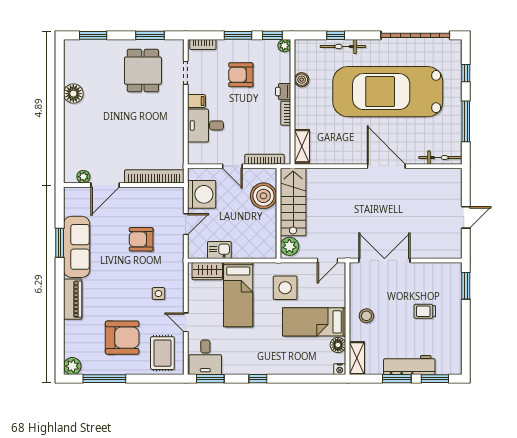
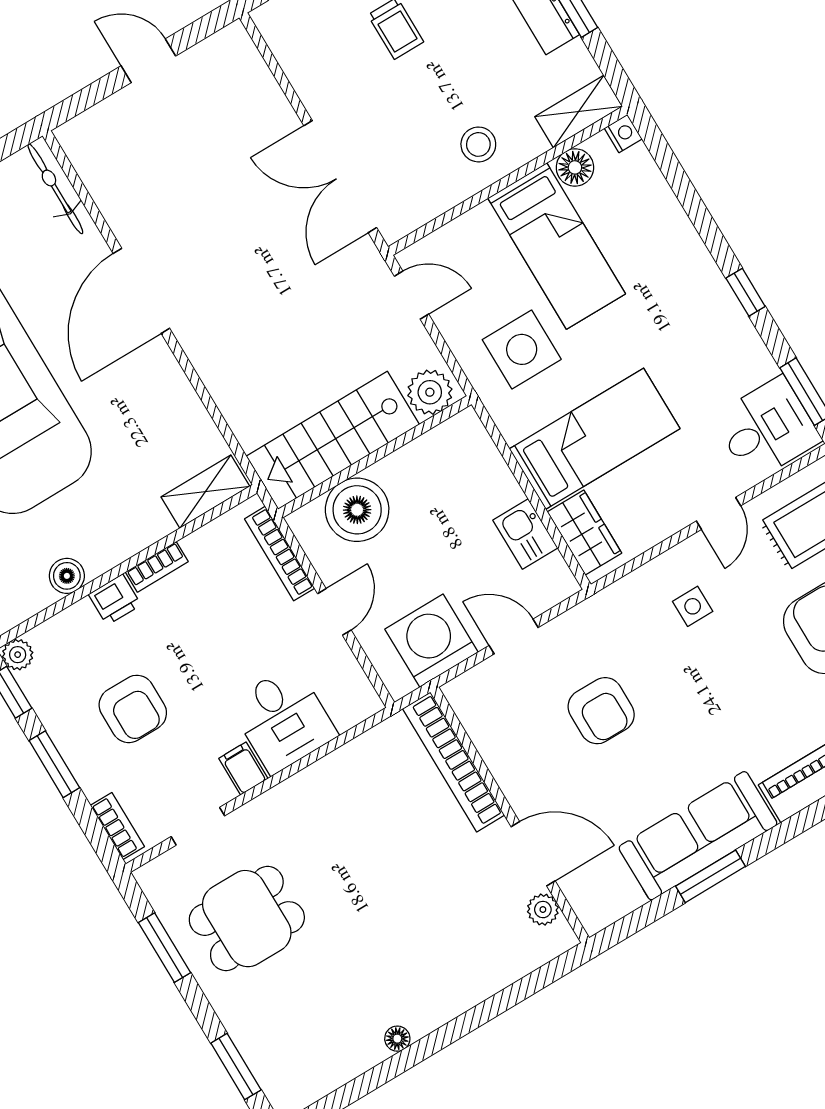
floor lamp: (73, 94) -> (397, 1039), width x0.53, depth x0.53

